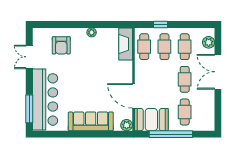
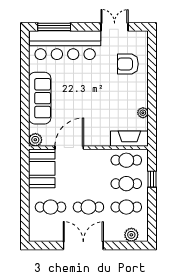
plant: (92, 32) -> (143, 113), moved
double door: (218, 72) -> (83, 246), moved
window: (171, 134) -> (25, 191), removed

